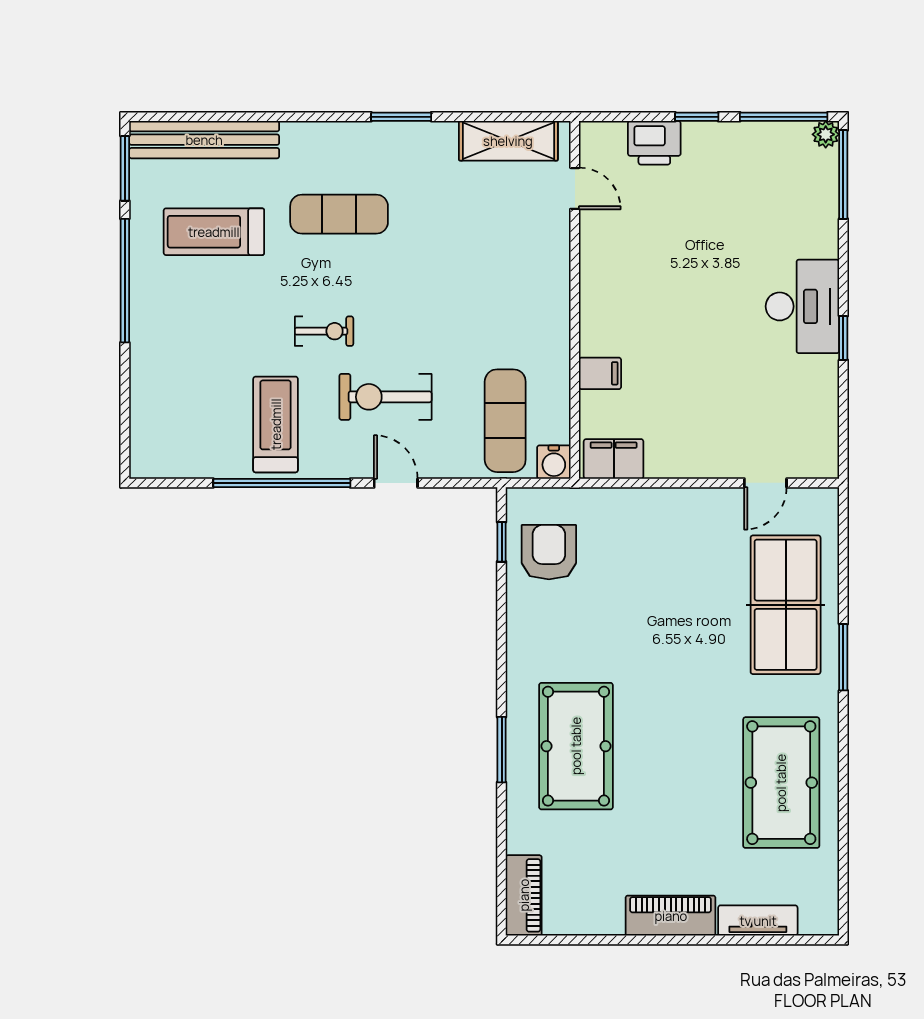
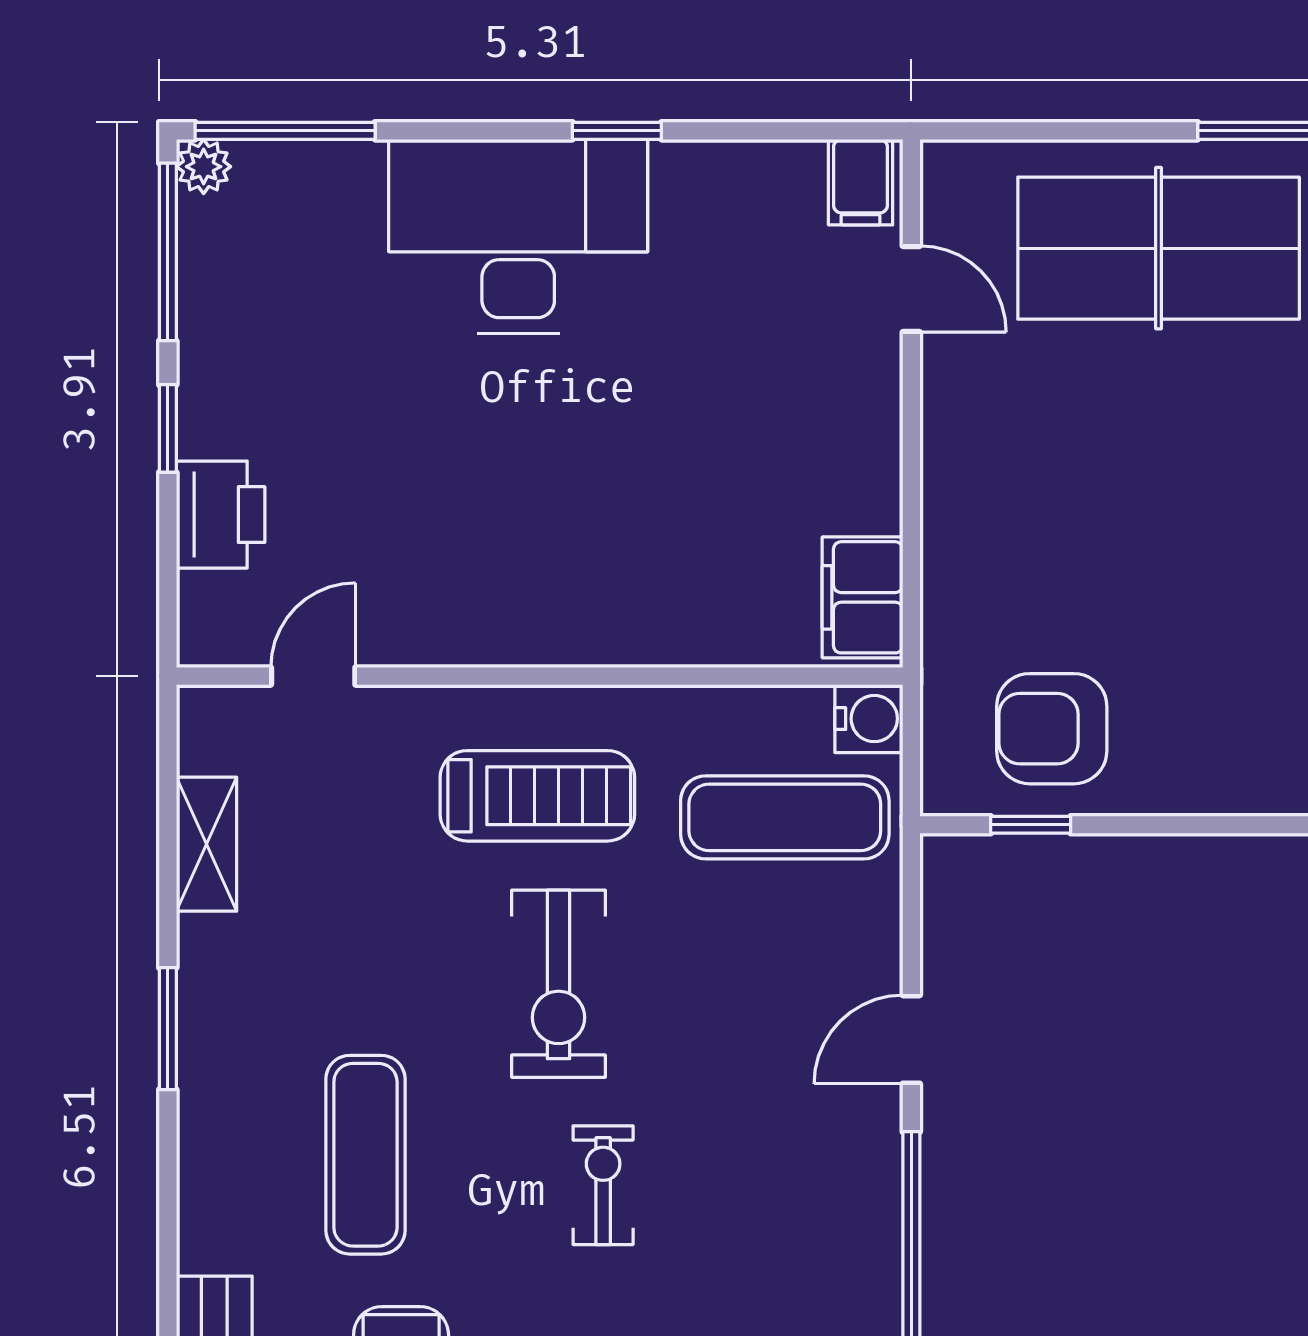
shelving: (508, 141) -> (207, 844), width x0.67, depth x0.75
desk: (802, 306) -> (518, 236), width x1.36, depth x1.30
filing cabinet: (600, 373) -> (861, 182), moved, turned 180
exercise bike: (385, 397) -> (559, 984), moved
treadmill: (276, 424) -> (537, 796), moved, turned 180

